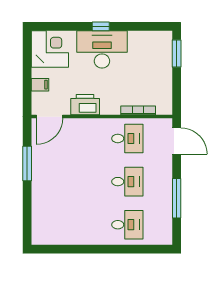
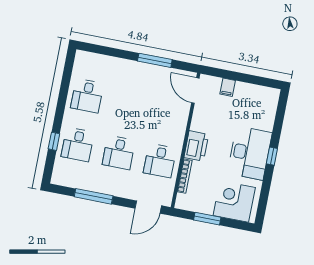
corner desk: (50, 49) -> (234, 201), moved, turned 180
window: (177, 54) -> (207, 219), moved
printer: (85, 105) -> (196, 146), moved
desk: (76, 225) -> (87, 96), added
window: (129, 249) -> (54, 141), added

